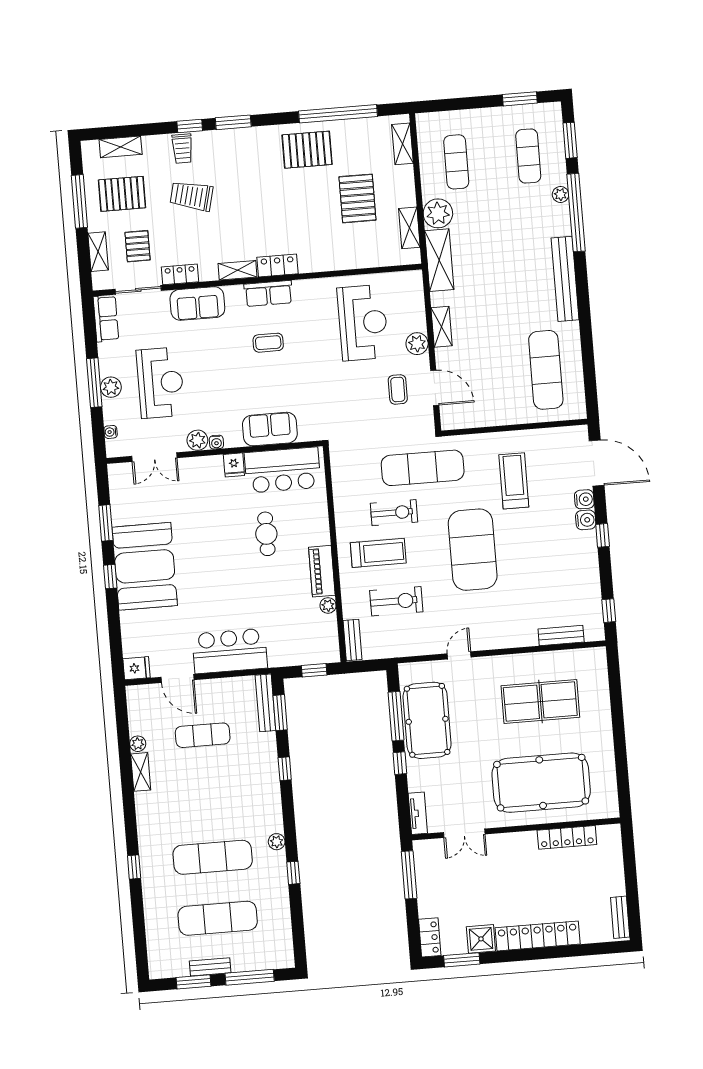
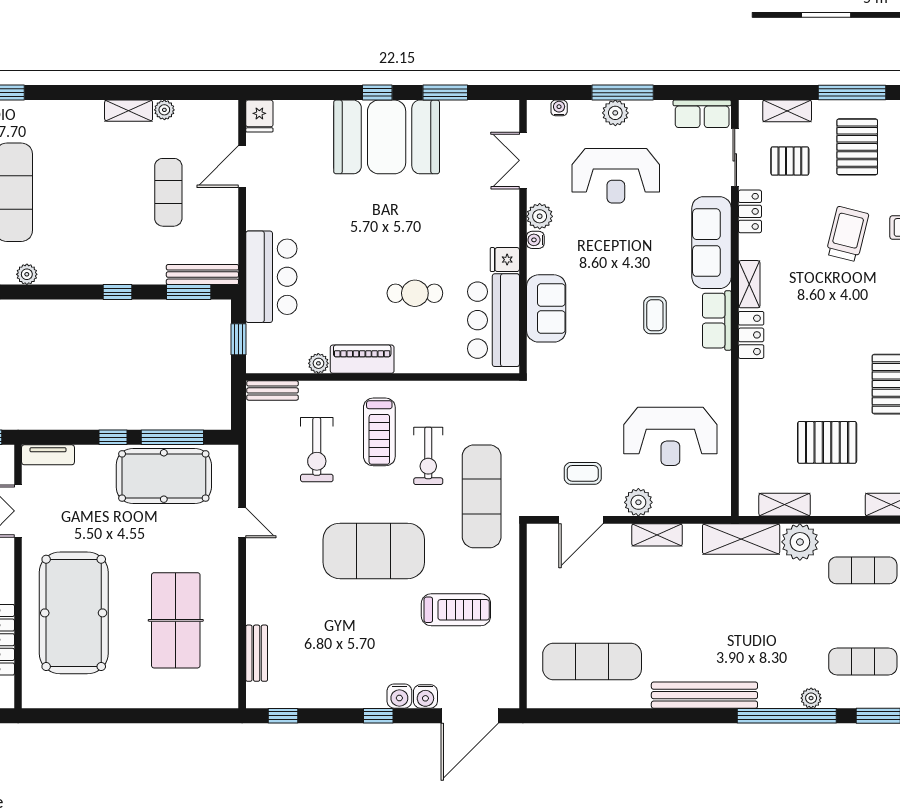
sofa: (197, 303) -> (712, 243), width x1.36
bar counter: (230, 651) -> (271, 277), moved

